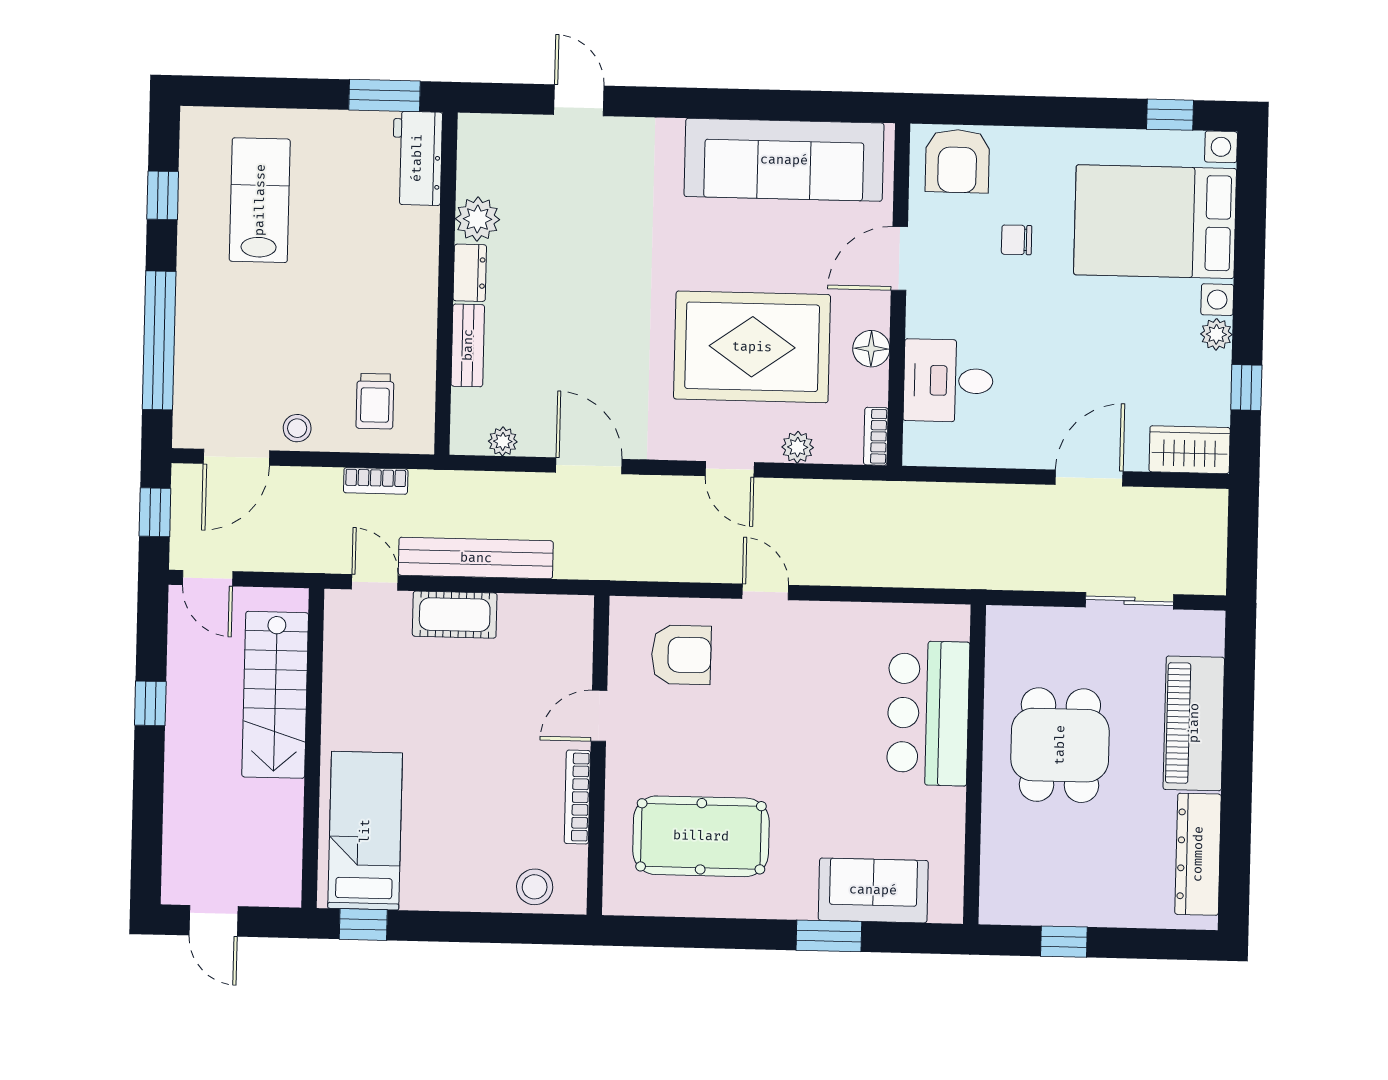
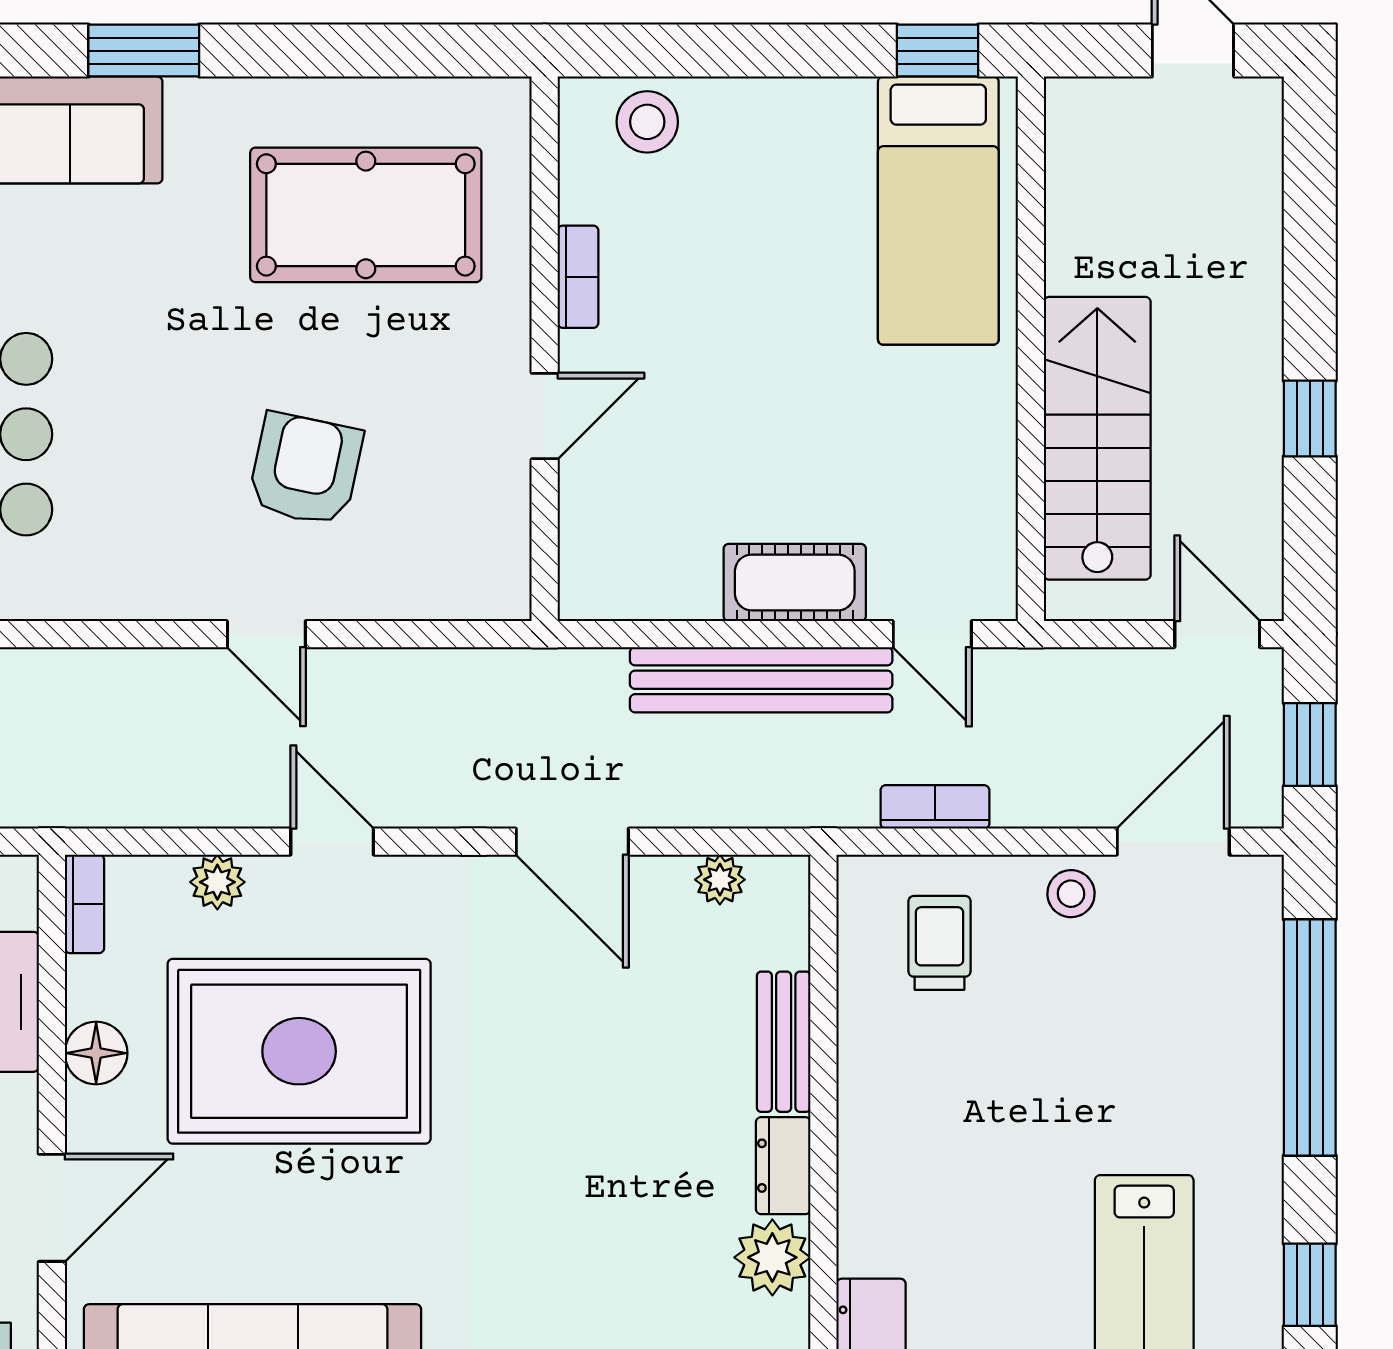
armchair: (681, 655) -> (305, 469), moved, turned 102
bookcase: (577, 797) -> (578, 277), width x0.64

